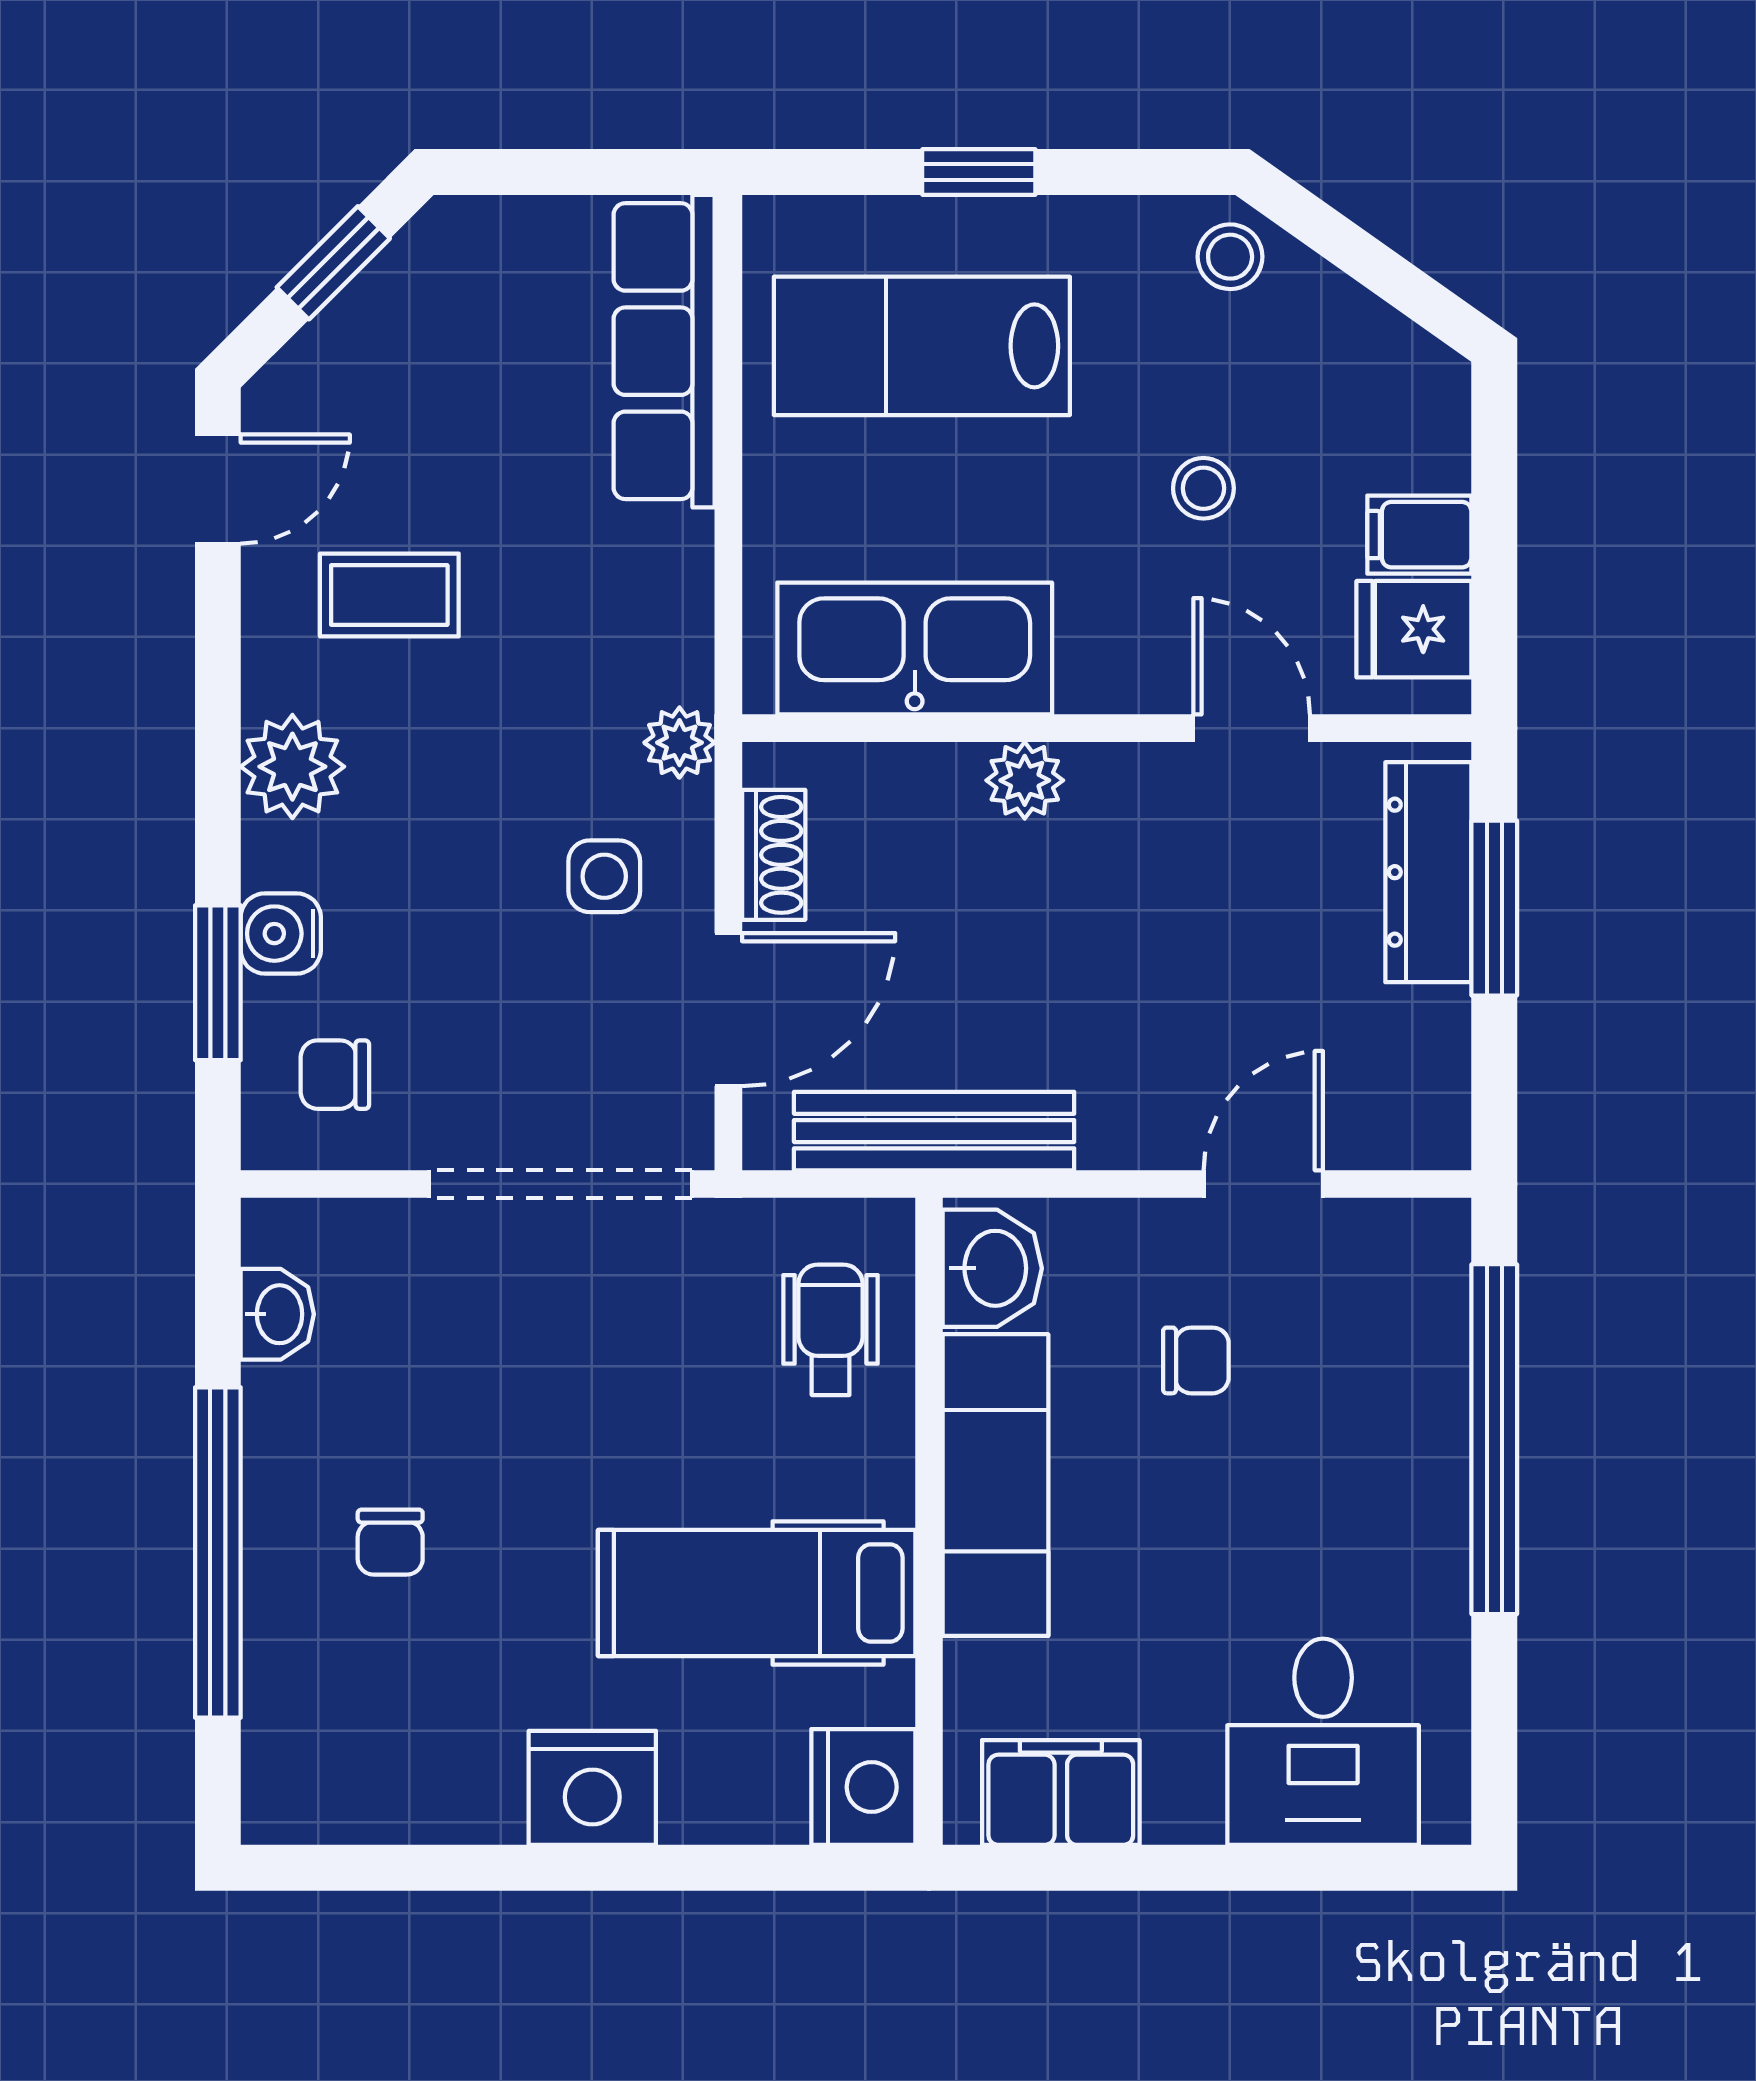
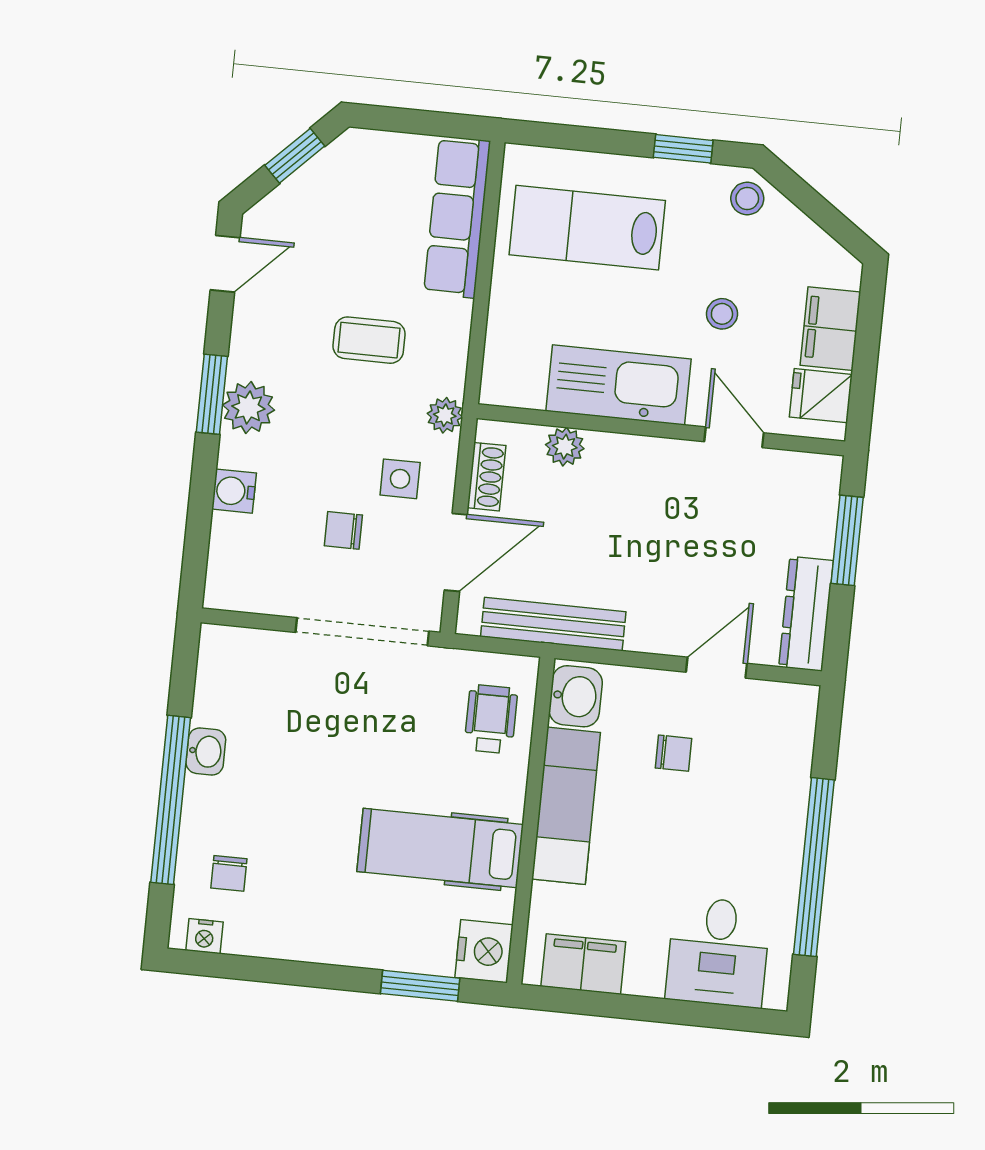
window: (979, 172) -> (683, 149), moved
filing cabinet: (1419, 535) -> (830, 329), width x2.00
coffee table: (389, 595) -> (369, 340), moved
kitchen sink: (915, 649) -> (619, 385), moved
plant: (1025, 780) -> (565, 447), moved
dresser: (1428, 872) -> (806, 614), moved
window: (218, 983) -> (212, 394), moved
chair: (335, 1075) -> (343, 530), moved
washbasin: (277, 1314) -> (206, 751), moved
window: (1494, 1439) -> (814, 867), moved
chair: (390, 1542) -> (229, 873), moved
nightstand: (592, 1788) -> (204, 936), moved, width x0.53, depth x0.56
window: (745, 1868) -> (420, 986), added

